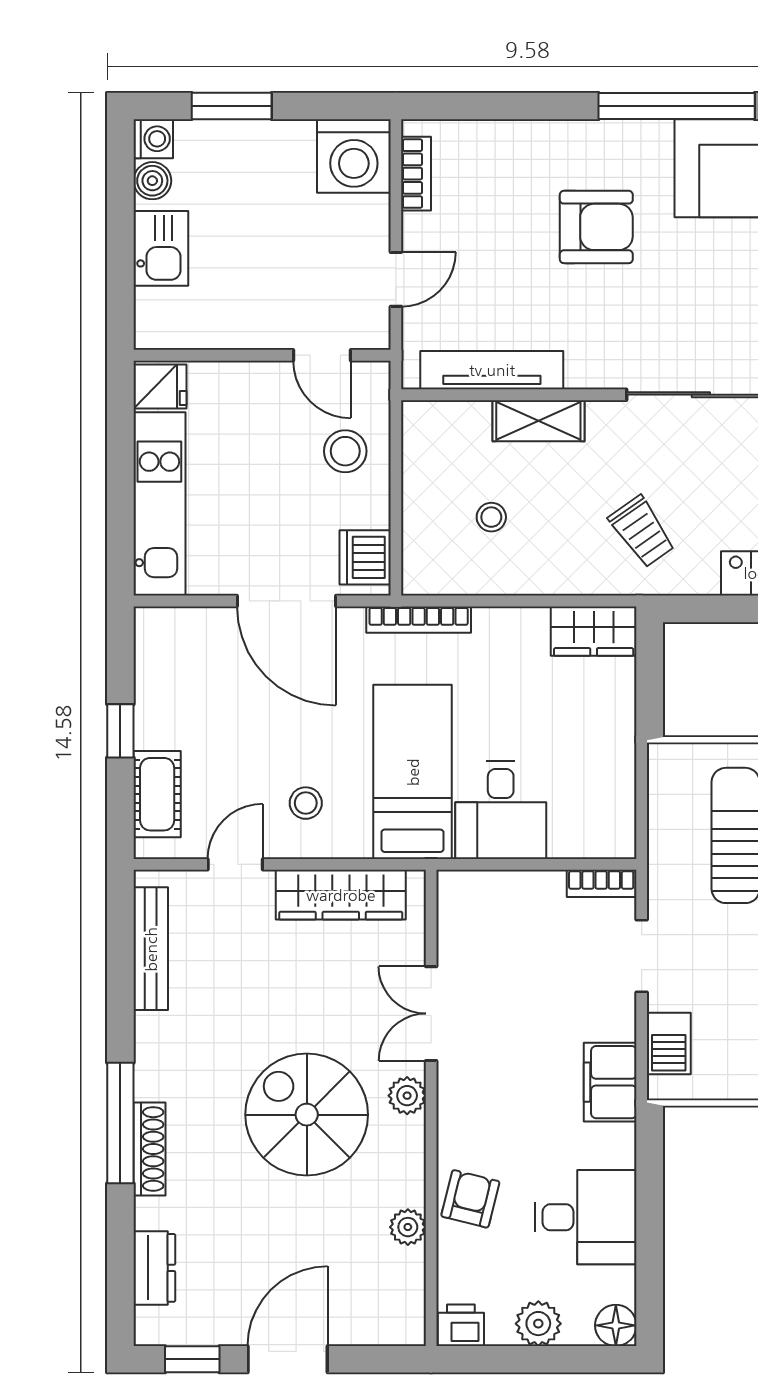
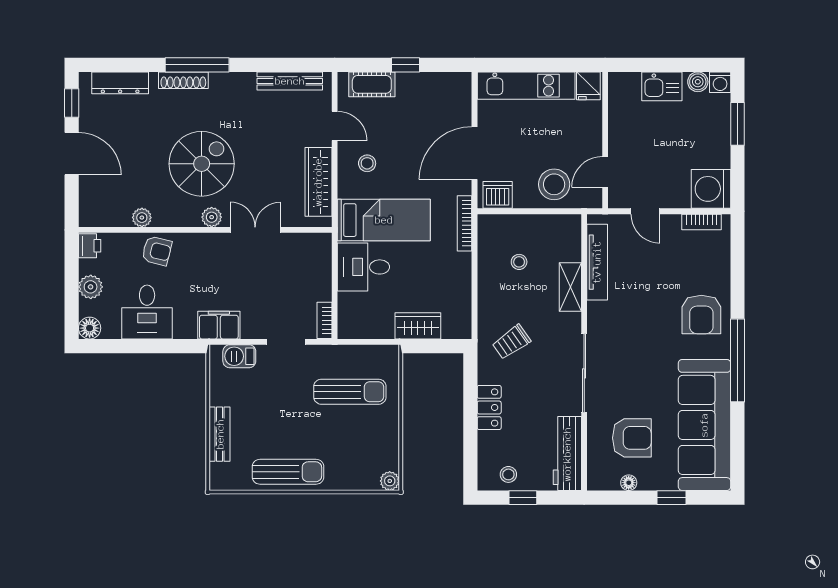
armchair: (596, 227) -> (701, 314), moved
stool: (345, 451) -> (554, 184), width x1.38, depth x1.38
wardrobe: (594, 631) -> (418, 326), moved, turned 90
dresser: (154, 1268) -> (120, 83), width x1.44

